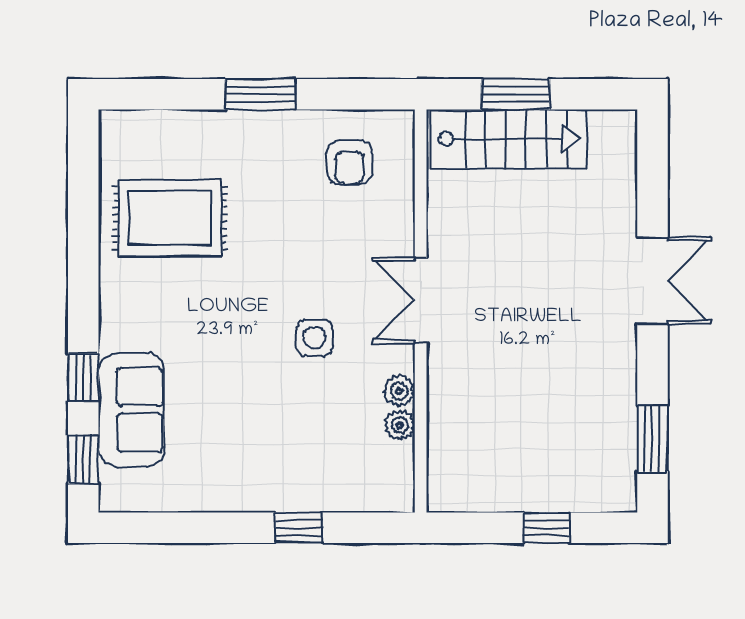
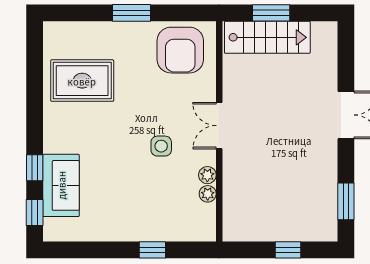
armchair: (349, 162) -> (180, 50), width x1.88, depth x1.88

